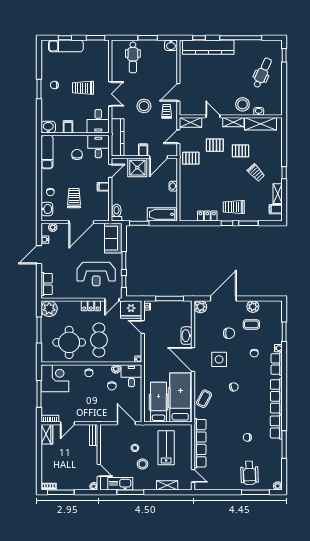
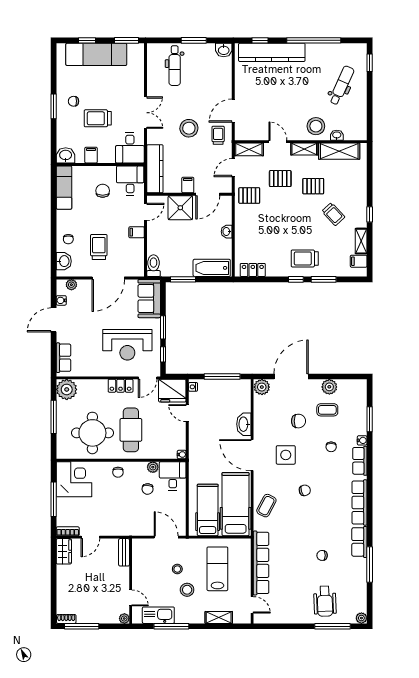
exam couch: (66, 46) -> (96, 54), width x1.36, depth x1.45
trolley: (83, 88) -> (98, 118), moved
locker: (207, 216) -> (253, 270), moved

